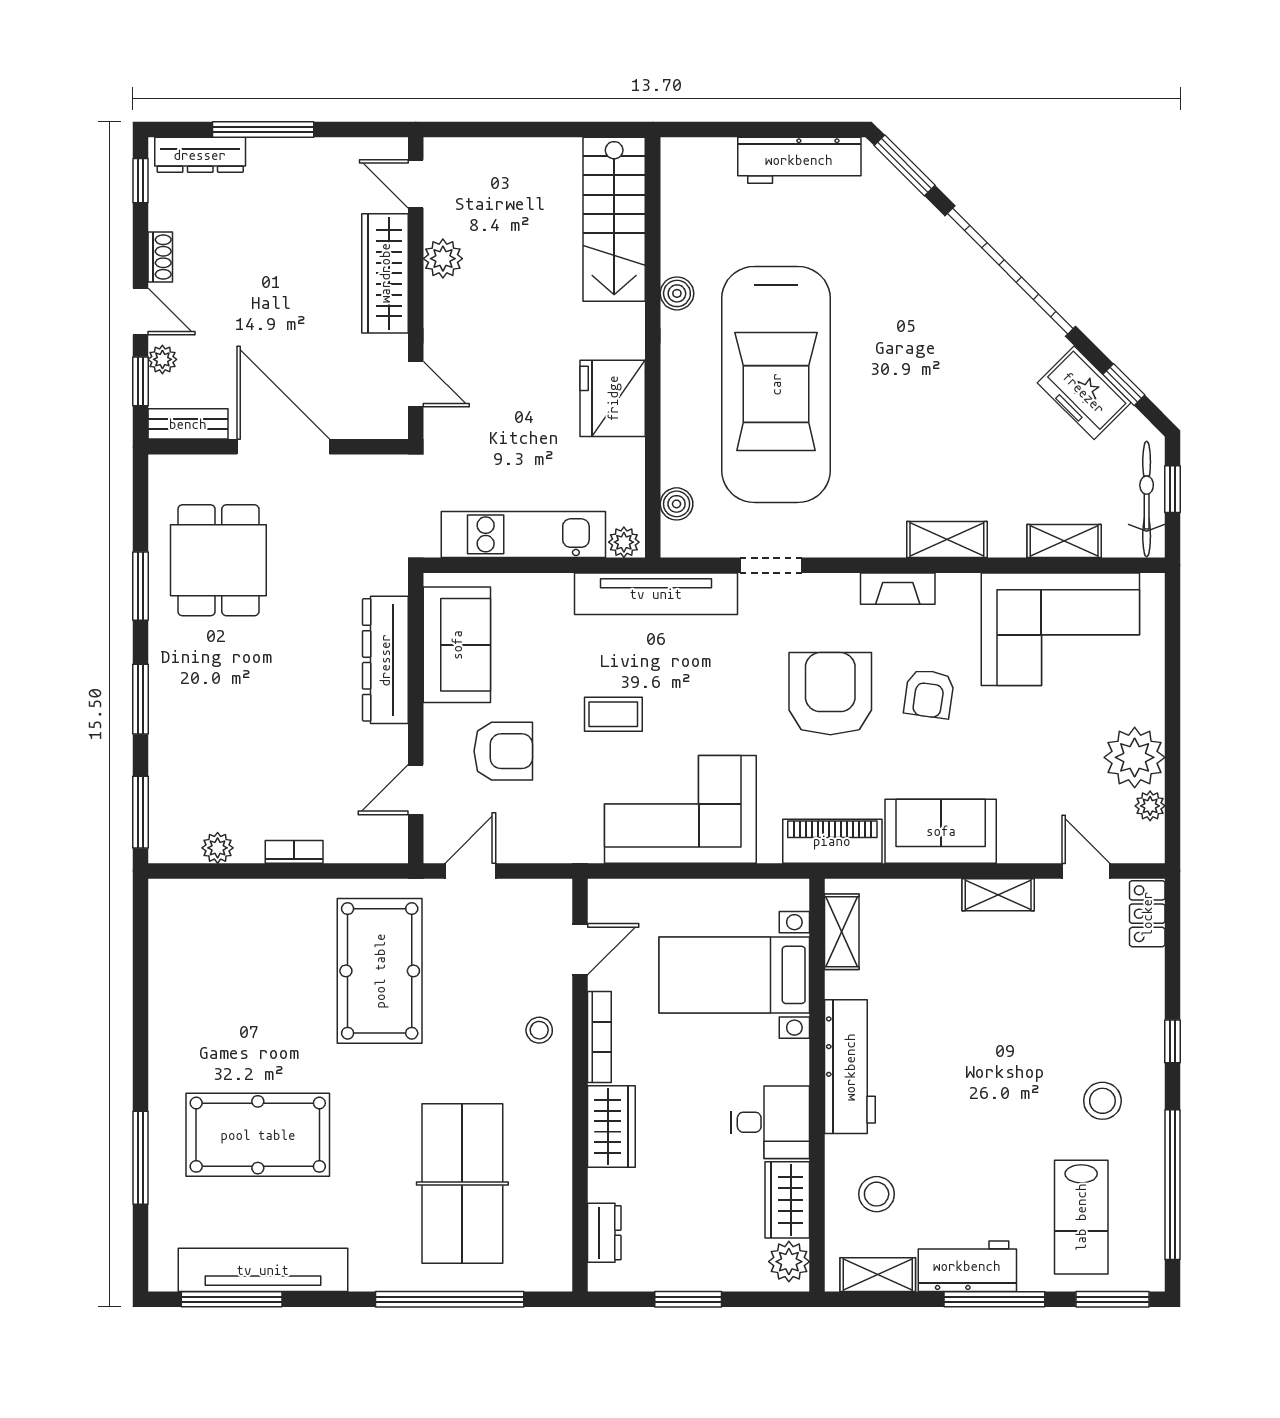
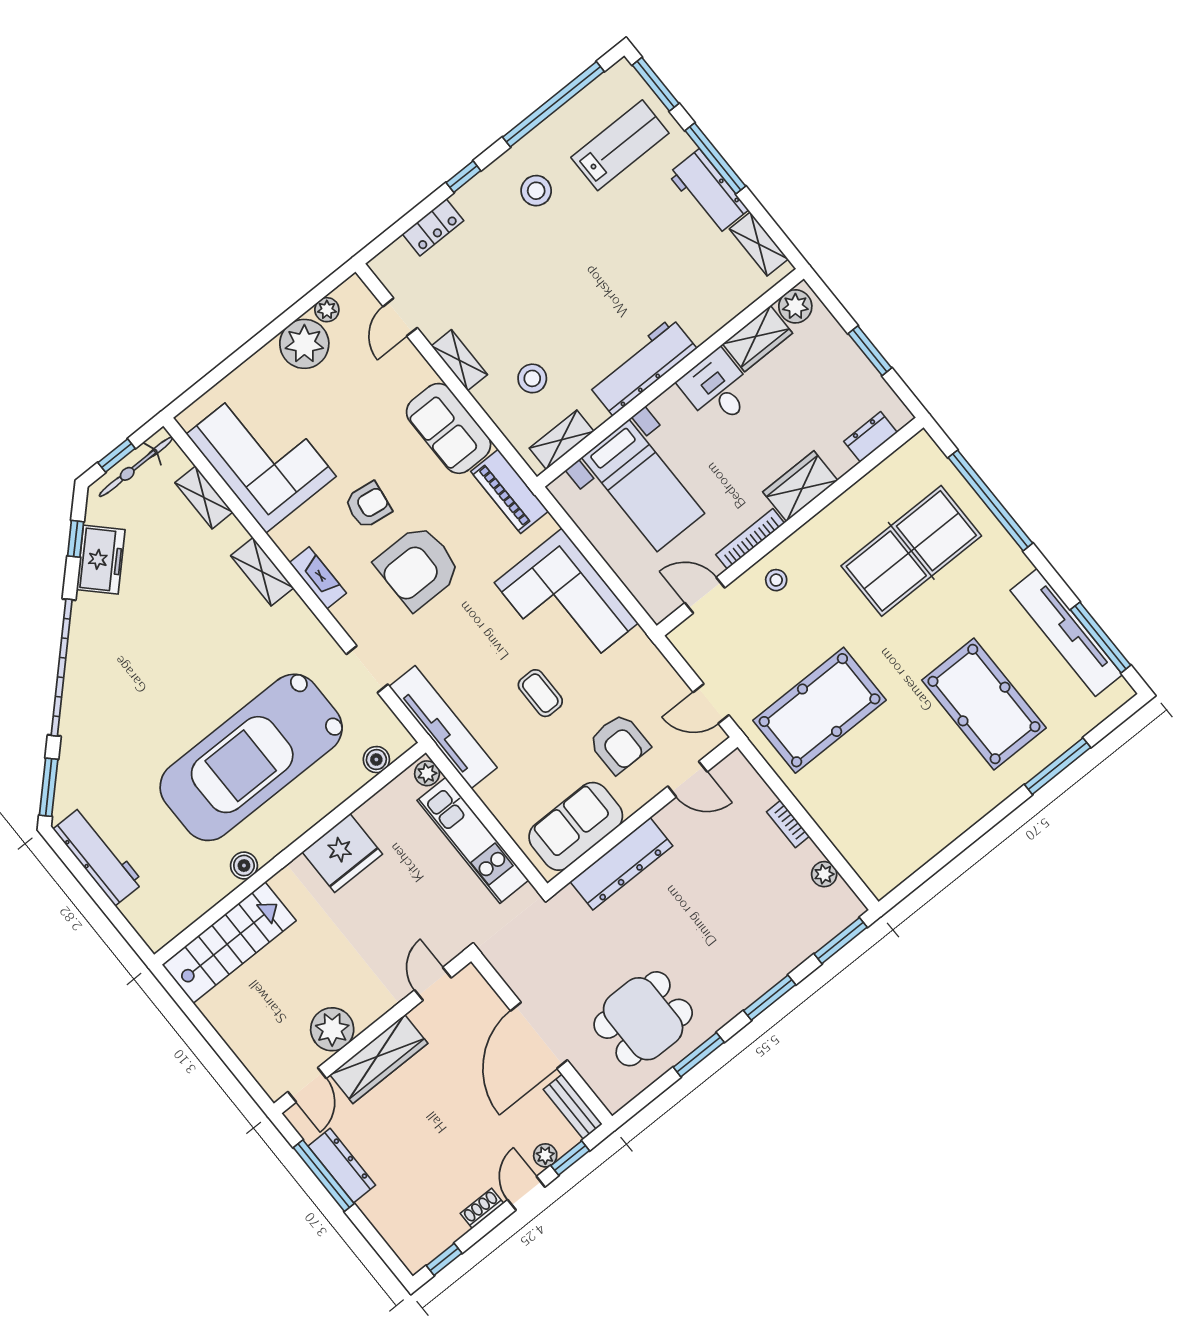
window: (263, 129) -> (324, 1176), moved
dresser: (200, 155) -> (342, 1166), moved
plant: (443, 259) -> (332, 1029), width x1.36, depth x1.36
car: (776, 384) -> (251, 757), turned 180
armchair: (503, 751) -> (619, 744), turned 180
locker: (1147, 914) -> (433, 227), moved
stool: (877, 1194) -> (532, 378), moved

